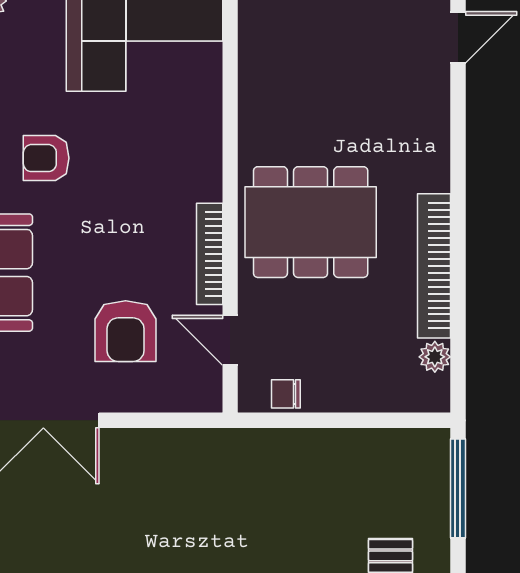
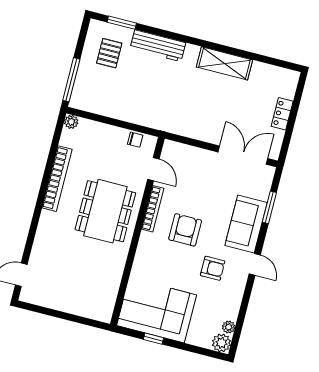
dining table: (311, 222) -> (105, 211), turned 90
armchair: (126, 331) -> (185, 230), moved
plant: (435, 357) -> (71, 122), moved

